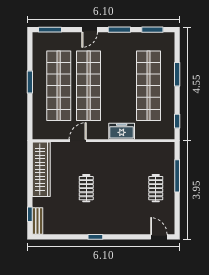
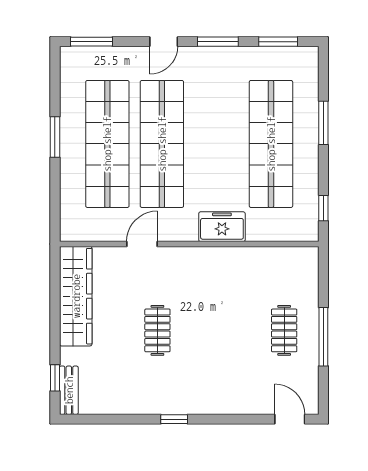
window: (177, 176) -> (323, 337), moved

